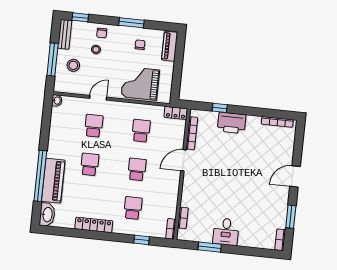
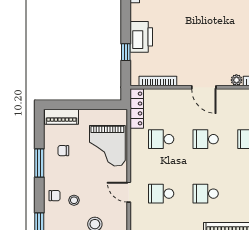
locker: (176, 113) -> (137, 108), width x1.53
door: (183, 160) -> (204, 87), moved
plant: (185, 201) -> (236, 80), added

